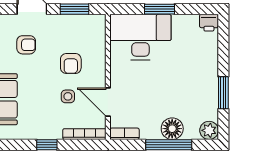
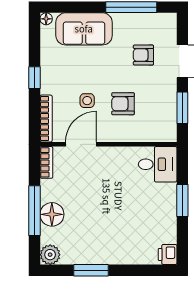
desk: (140, 37) -> (158, 164), width x0.53, depth x0.77
armchair: (26, 45) -> (143, 55), turned 90

